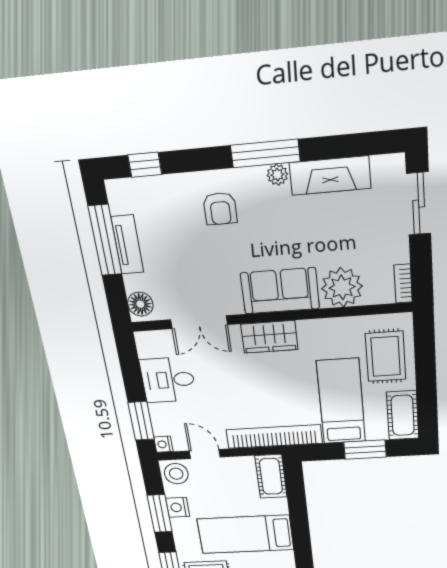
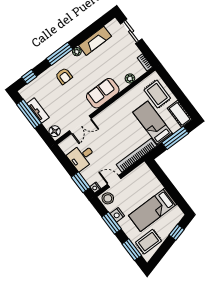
window: (265, 153) -> (60, 54), moved
plant: (342, 287) -> (130, 78), width x0.53, depth x0.53
wardrobe: (269, 337) -> (110, 114), removed
window: (365, 450) -> (175, 138), width x1.44
cot: (271, 476) -> (146, 174), removed

